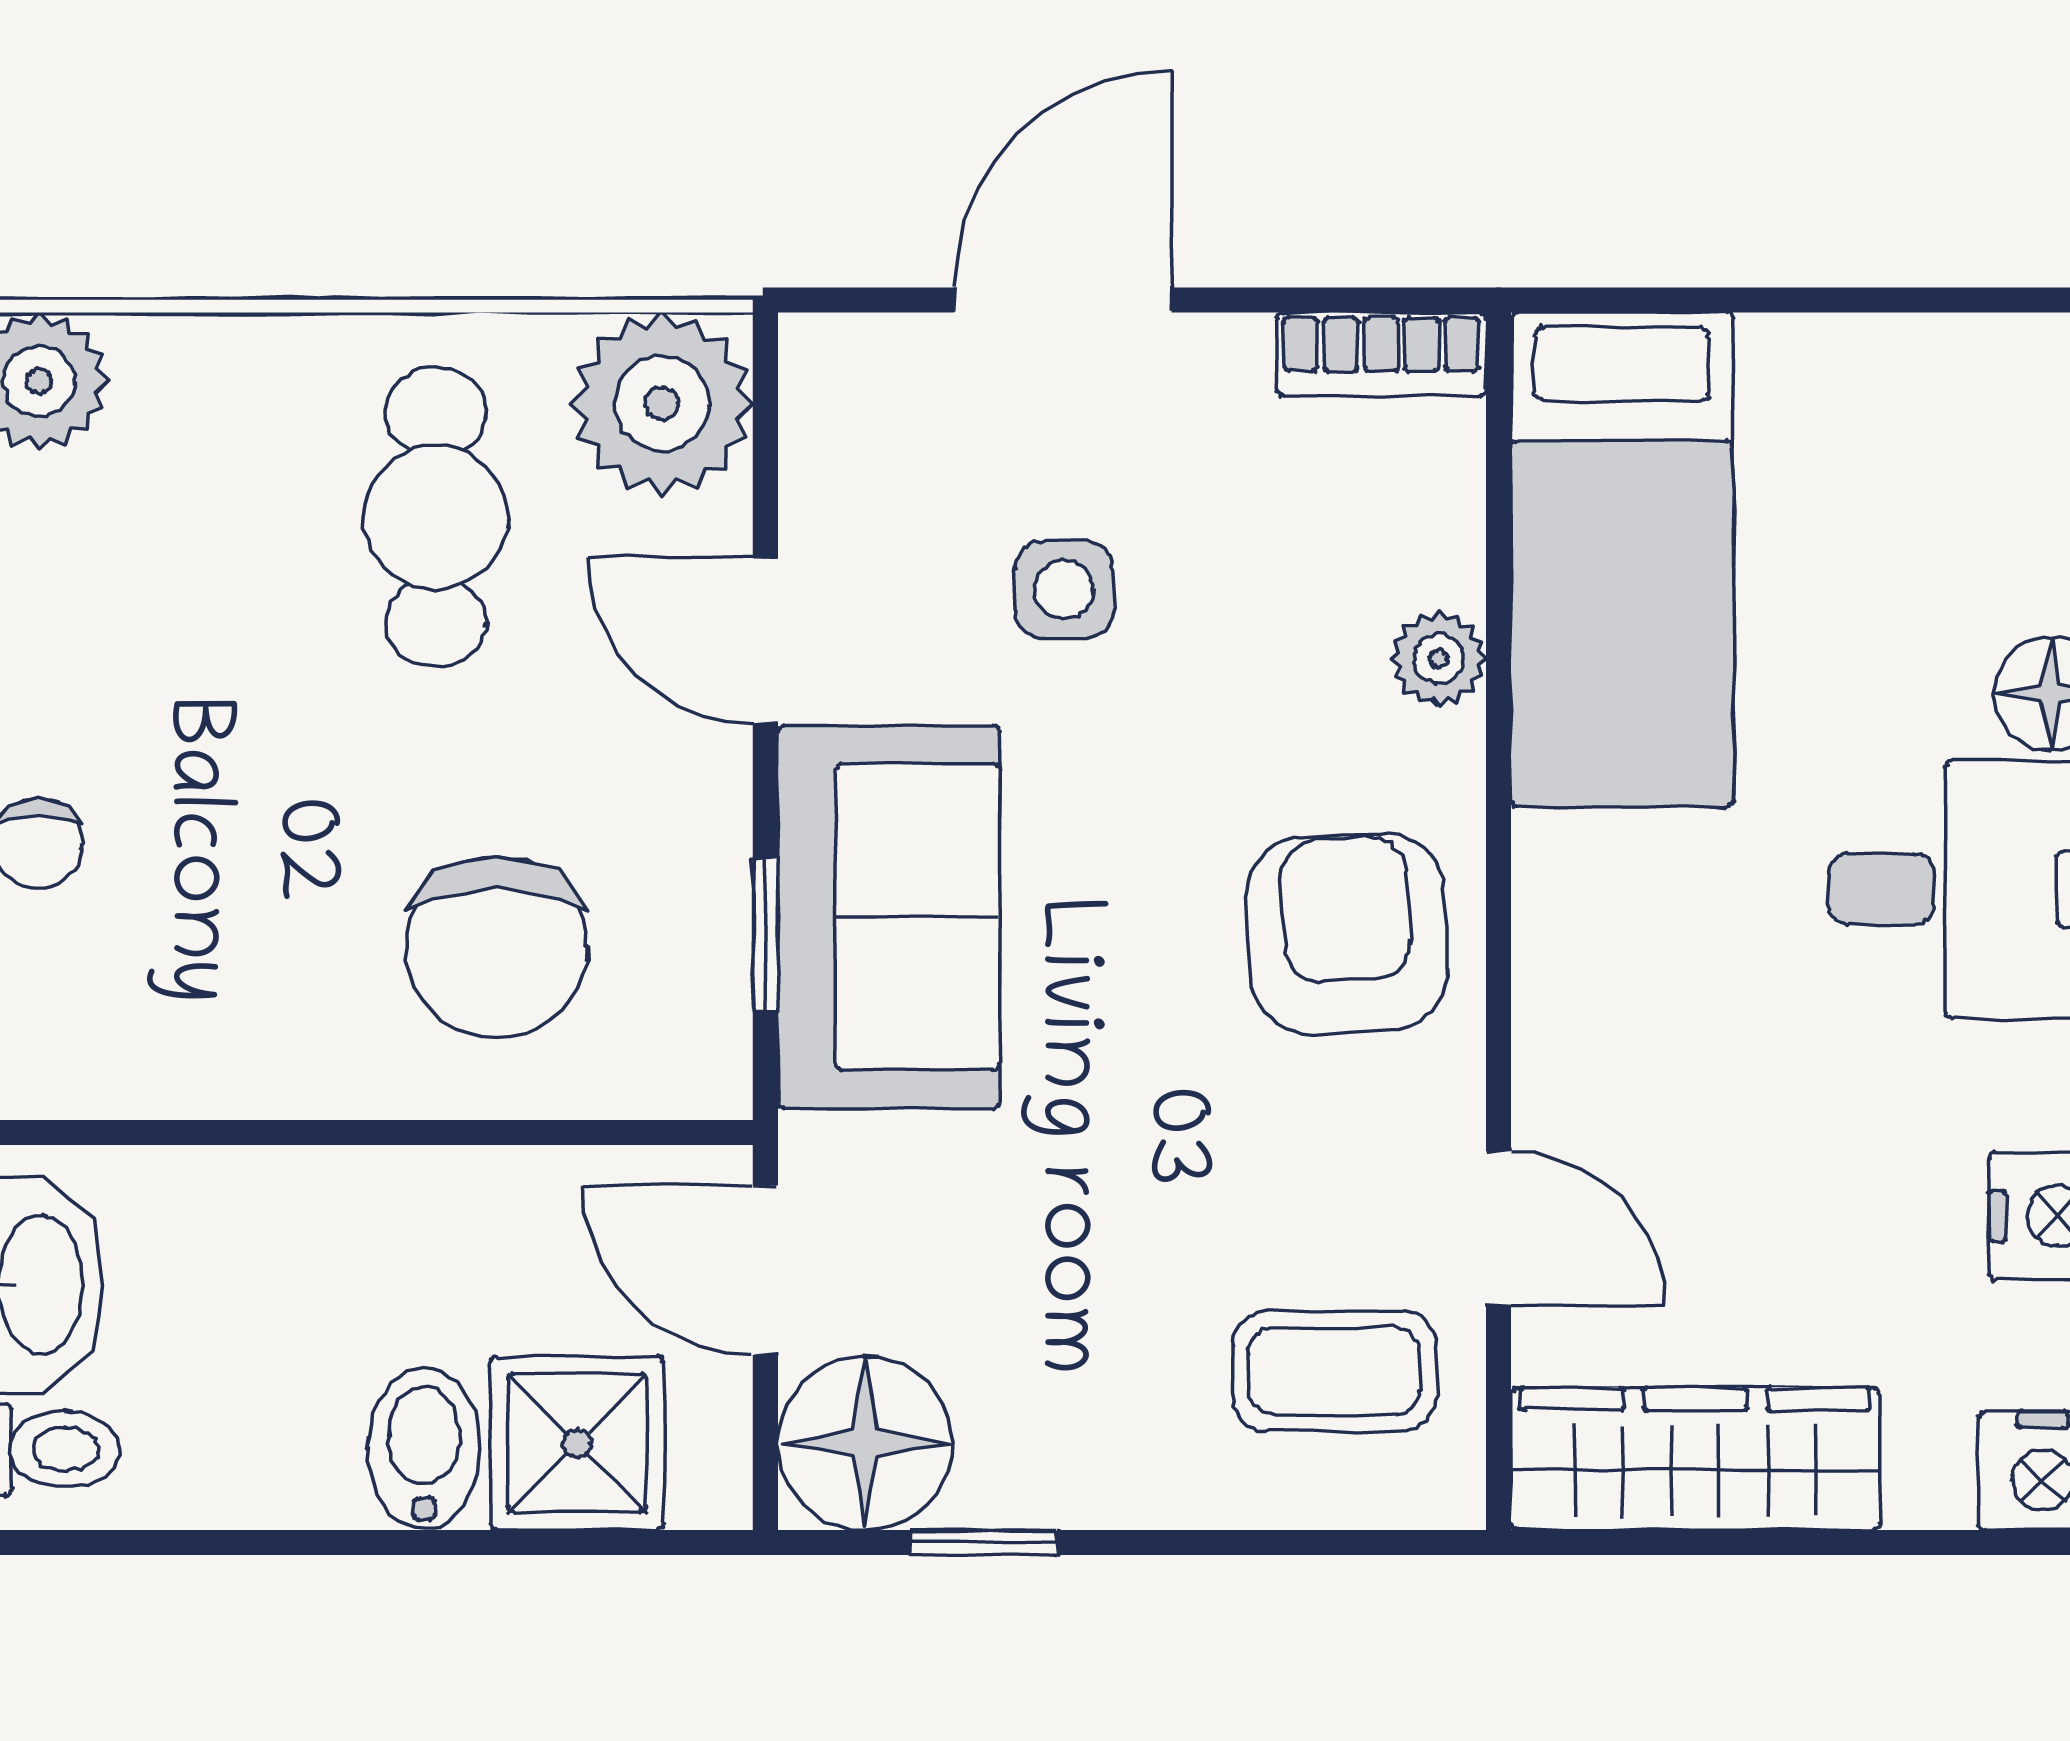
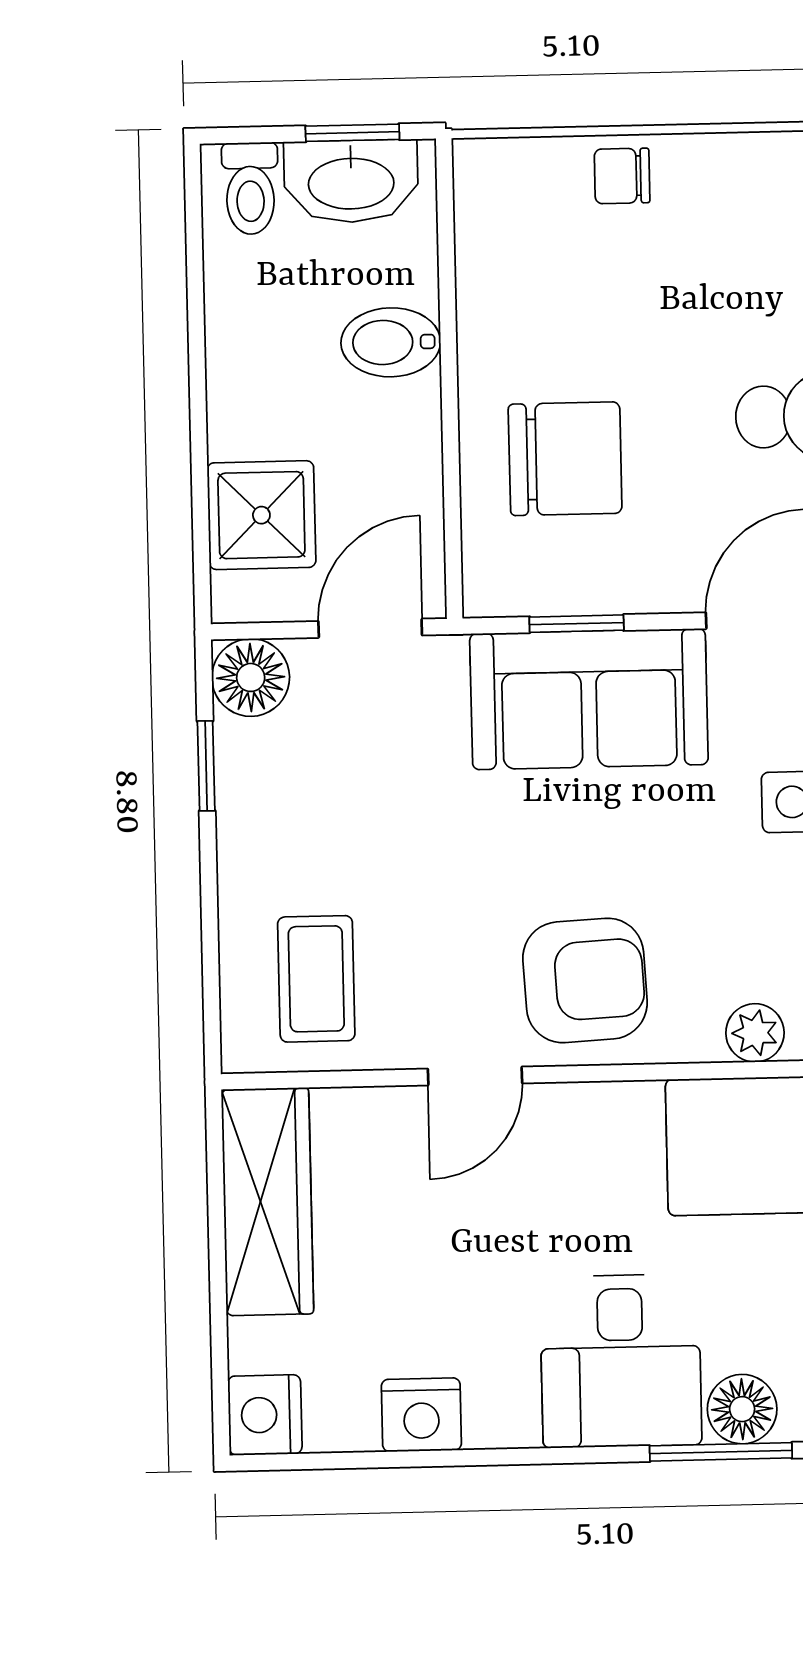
chair: (497, 947) -> (565, 459), turned 180
door: (1498, 1228) -> (475, 1076), moved
floor lamp: (865, 1443) -> (251, 677), width x0.73, depth x0.73
bidet: (424, 1449) -> (391, 342), moved, turned 180

